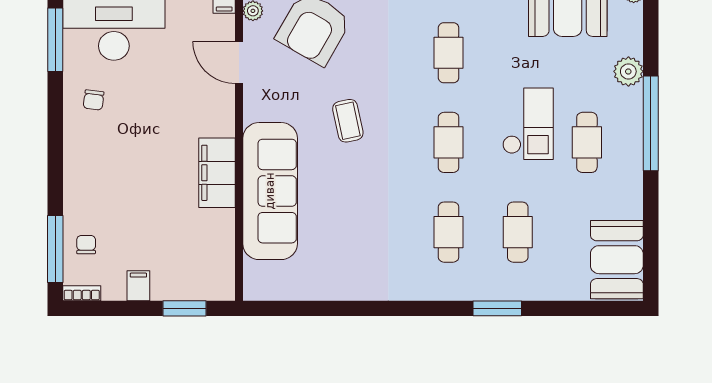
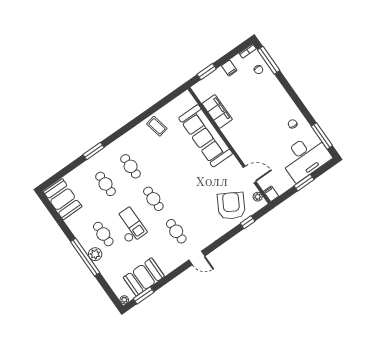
plant: (628, 71) -> (95, 254), moved
coffee table: (348, 121) -> (157, 126), moved
checkout: (528, 124) -> (129, 226), turned 180
filing cabinet: (217, 173) -> (217, 111), moved

